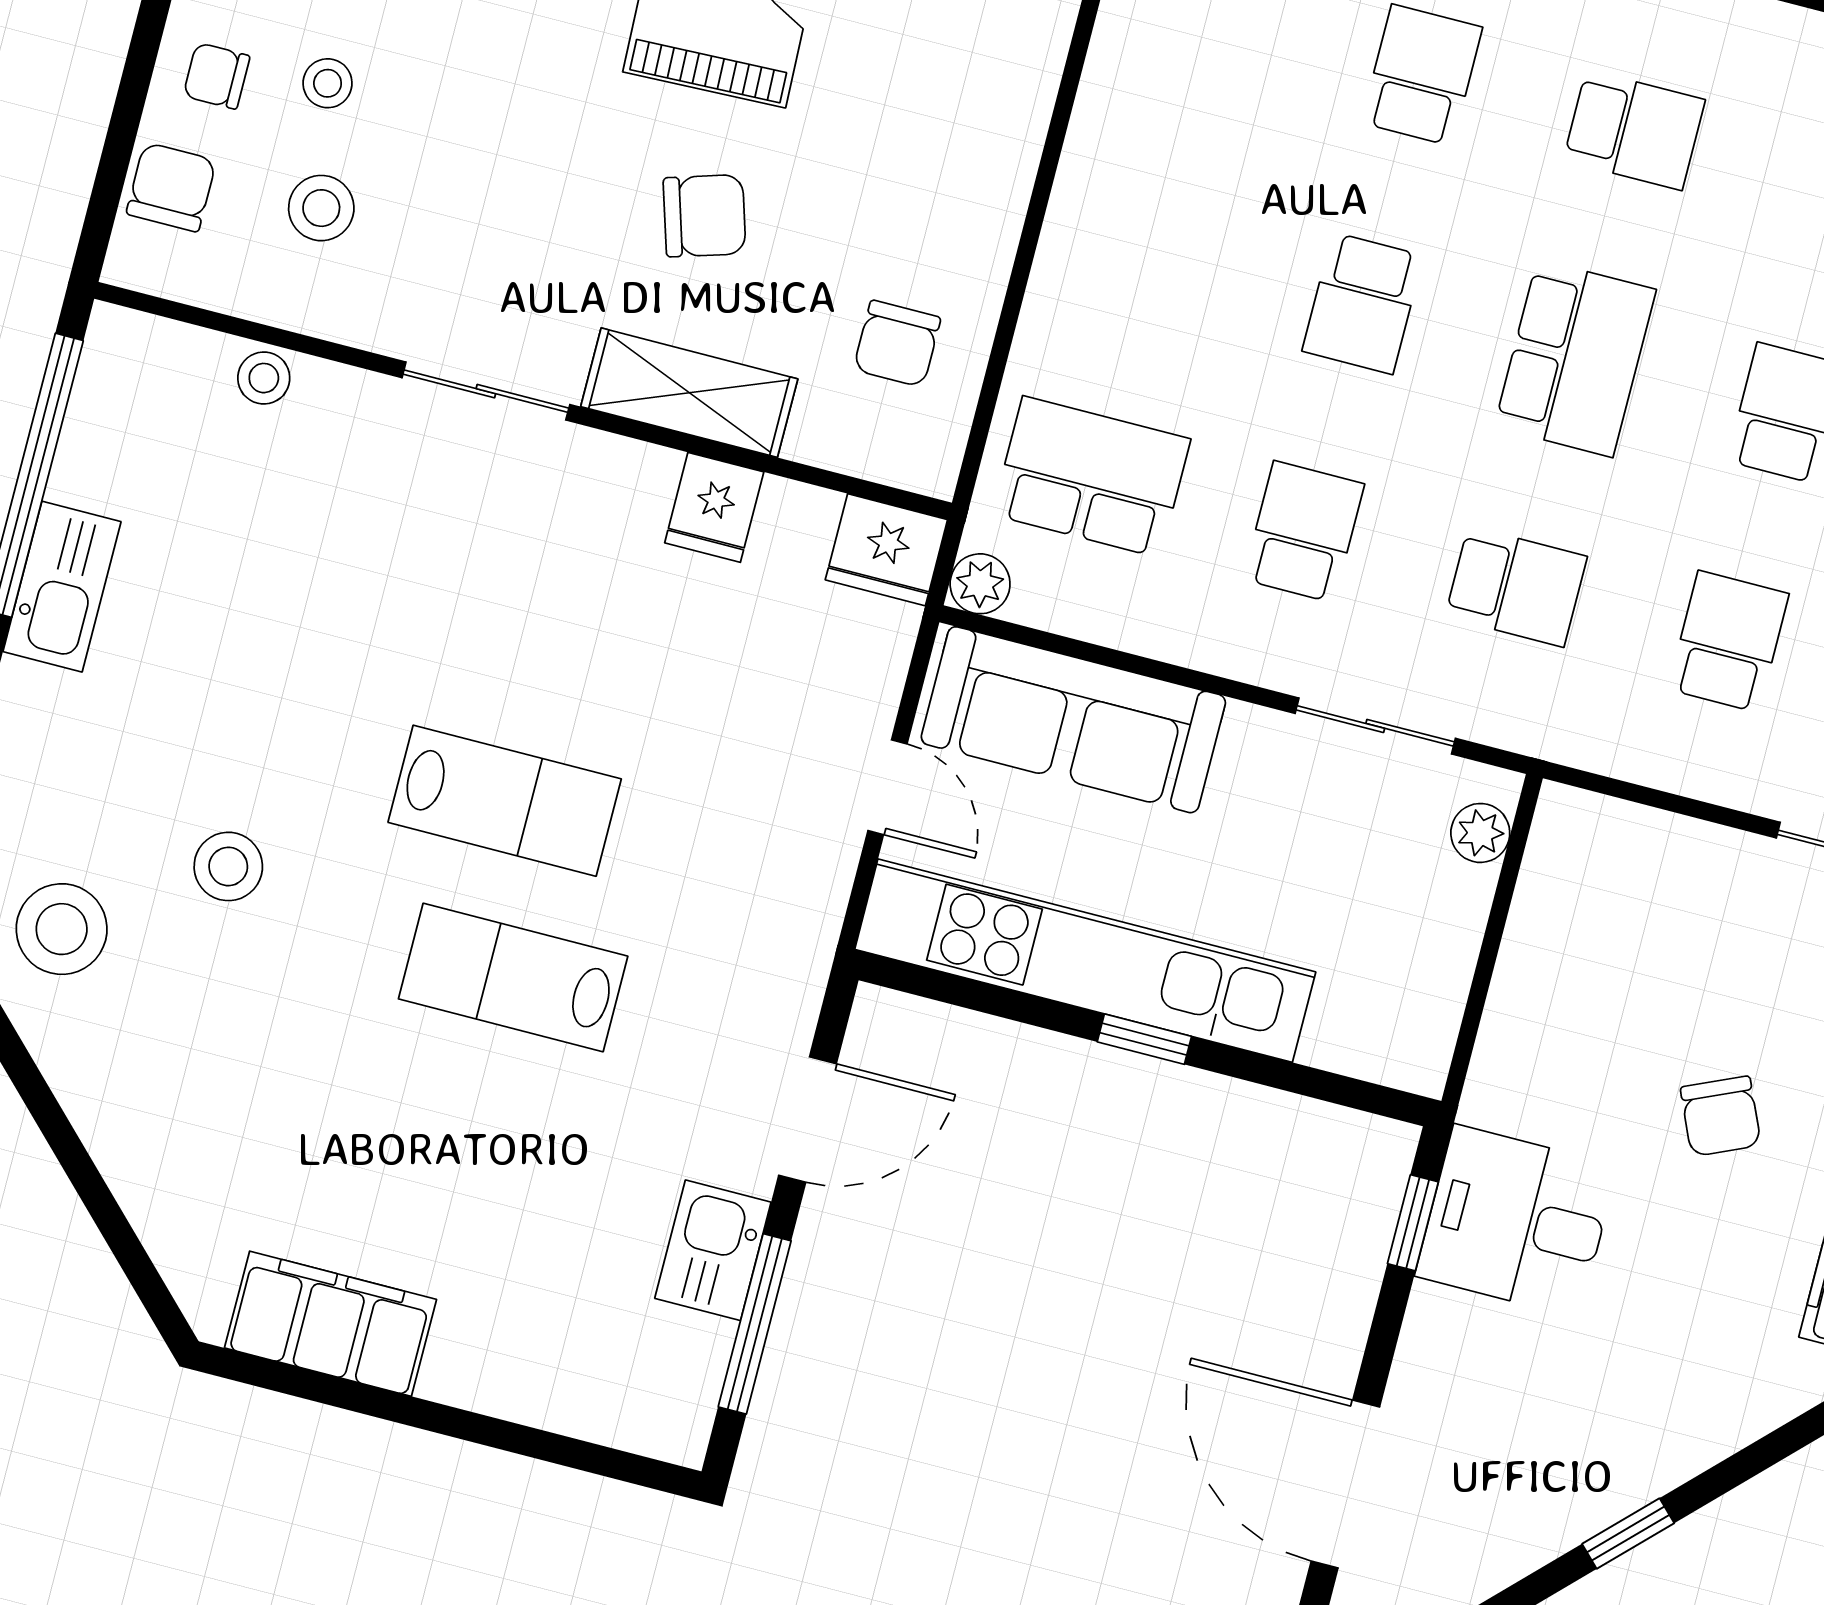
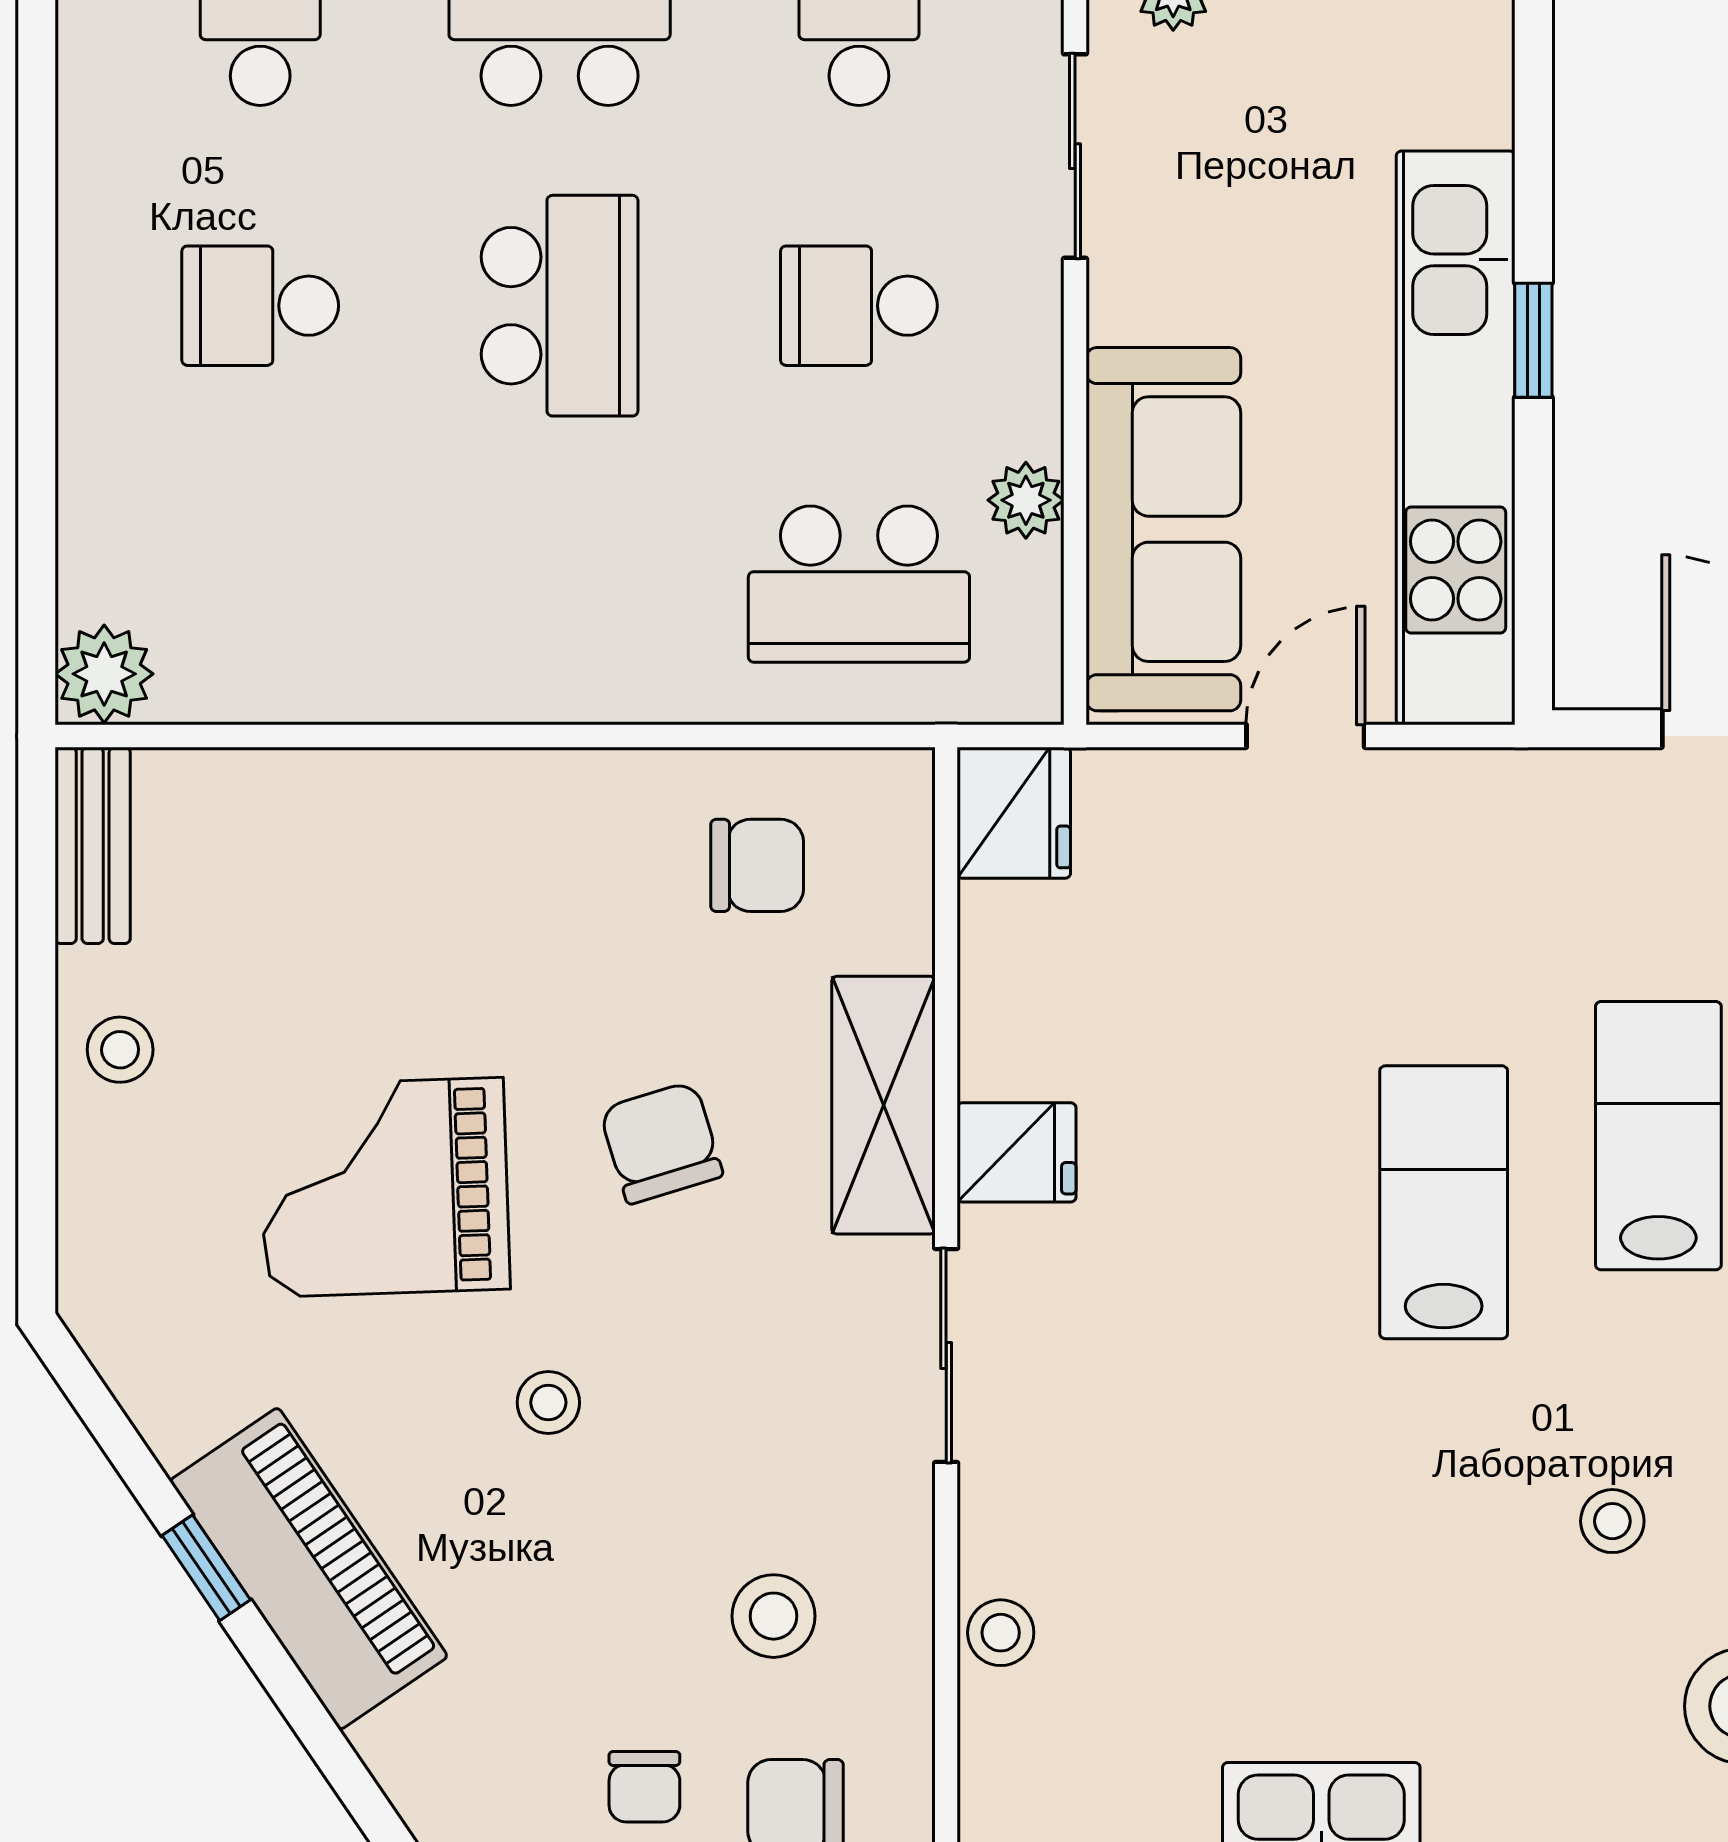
stool: (328, 83) -> (548, 1403), moved
school desk: (1363, 303) -> (560, 306), width x1.85
school desk: (1091, 477) -> (859, 584), turned -90
fridge: (714, 507) -> (1017, 1152), moved
plant: (980, 584) -> (1026, 500), moved
stool: (228, 866) -> (1612, 1521), width x0.73, depth x0.73
lab bench: (513, 978) -> (1658, 1136), turned 180

